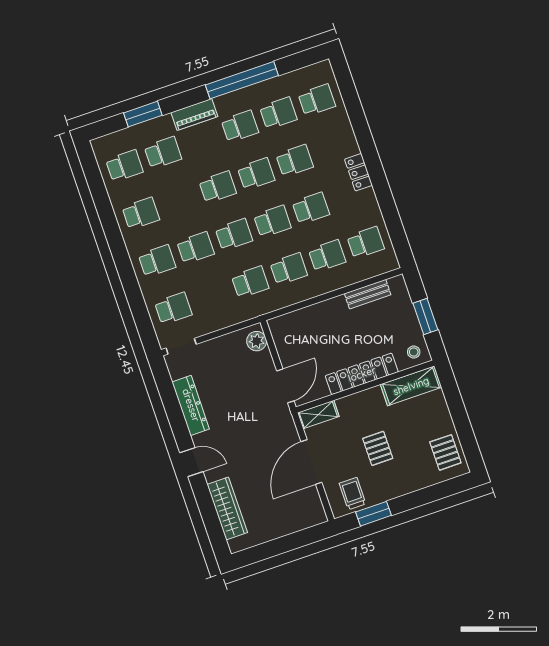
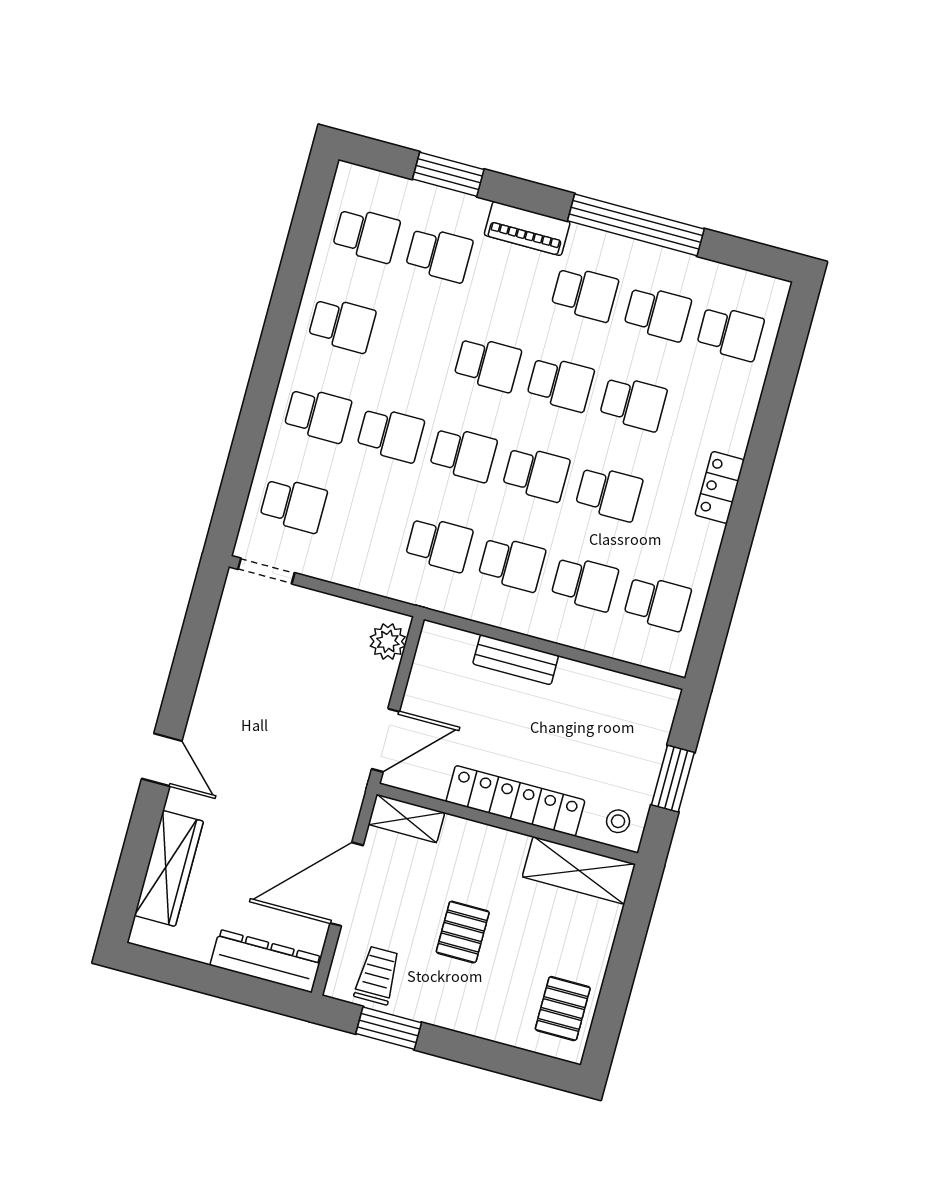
bench: (368, 294) -> (516, 660), moved
dresser: (191, 405) -> (266, 961), moved, turned -90

